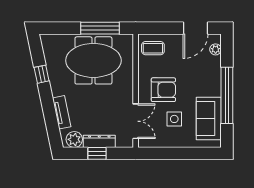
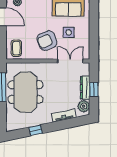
armchair: (163, 90) -> (47, 40), turned -112

